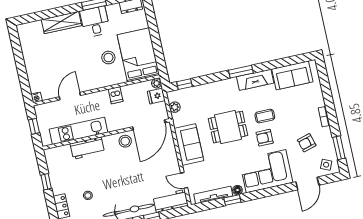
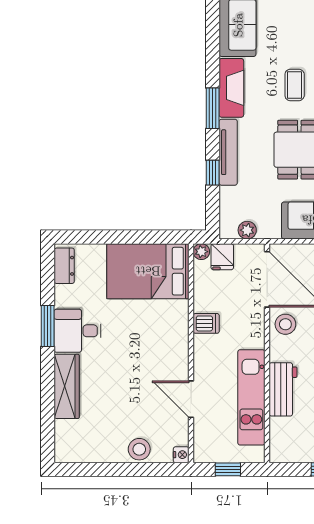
stool: (108, 58) -> (139, 449), moved
window: (184, 84) -> (213, 173), moved
tv unit: (217, 86) -> (228, 152), added

